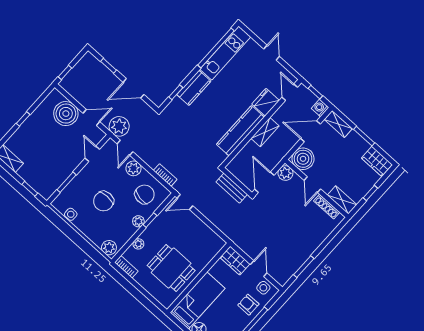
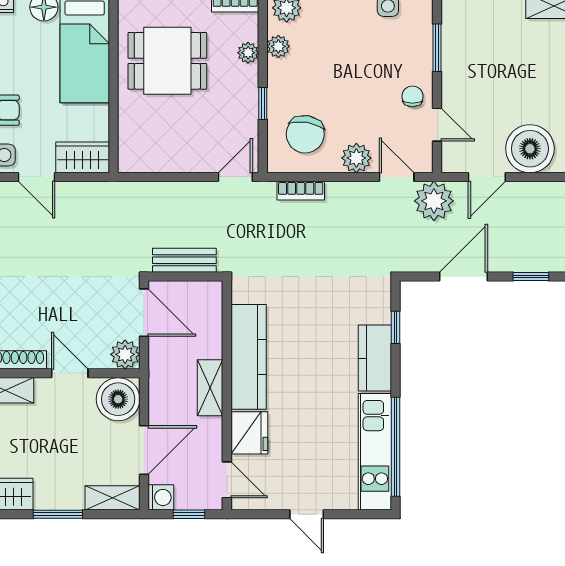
chair: (104, 201) -> (412, 96), moved, width x0.54, depth x0.54
plant: (138, 221) -> (278, 46), moved

